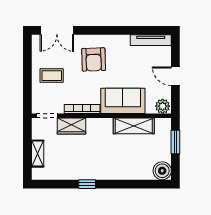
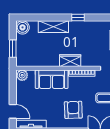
door: (175, 76) -> (13, 111), moved
wardrobe: (71, 126) -> (70, 61), moved
shelving: (134, 126) -> (53, 27), moved

